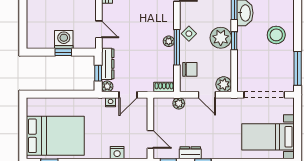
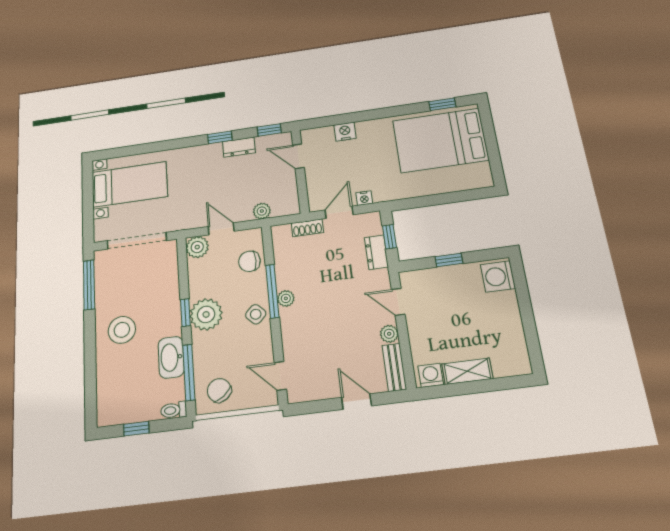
washing machine: (64, 40) -> (498, 276), moved, turned 90
dresser: (108, 64) -> (376, 252), width x0.70
plant: (107, 86) -> (389, 334), moved
shoe rack: (164, 87) -> (307, 228), moved

